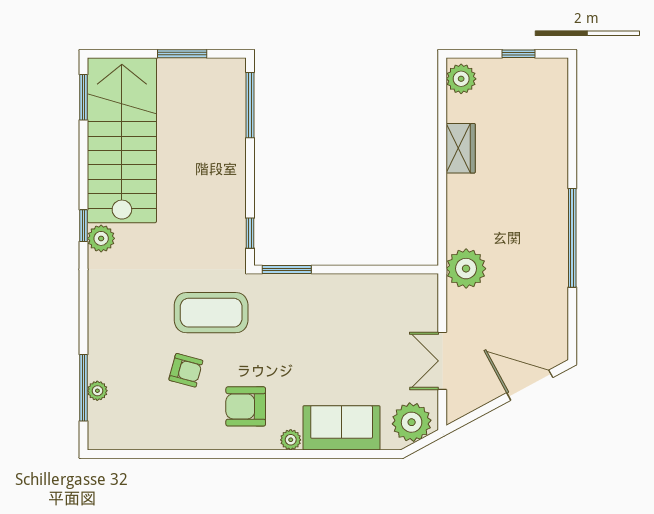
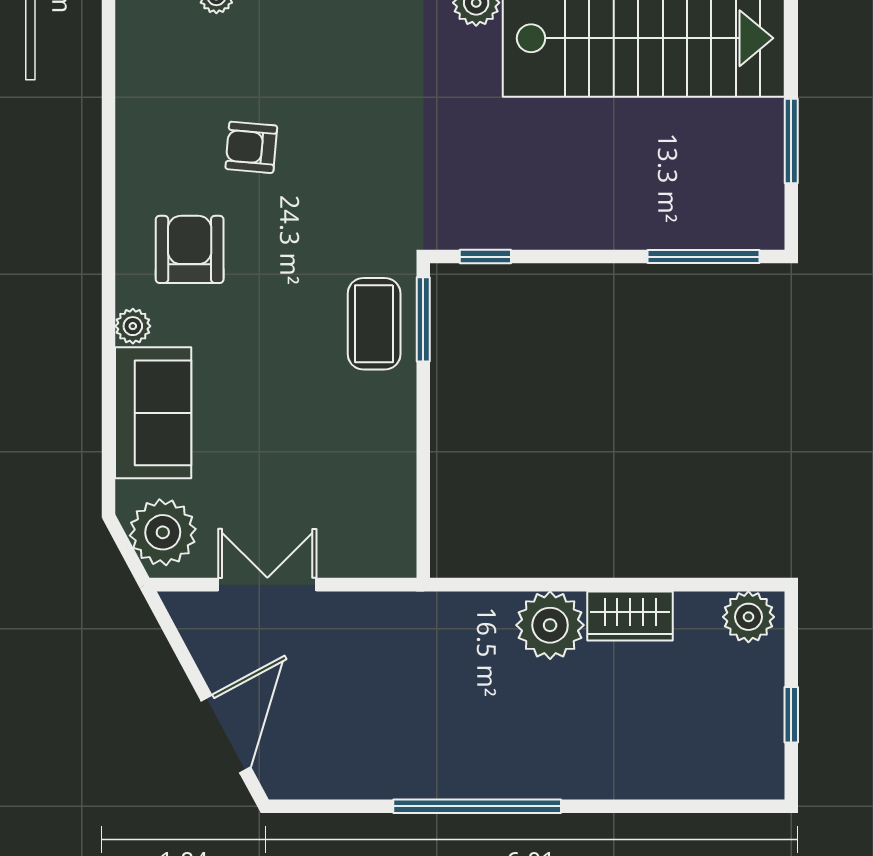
plant: (466, 269) -> (550, 625), moved
coffee table: (211, 313) -> (374, 324), moved, width x0.73, depth x0.76
armchair: (186, 370) -> (251, 147), turned 80

